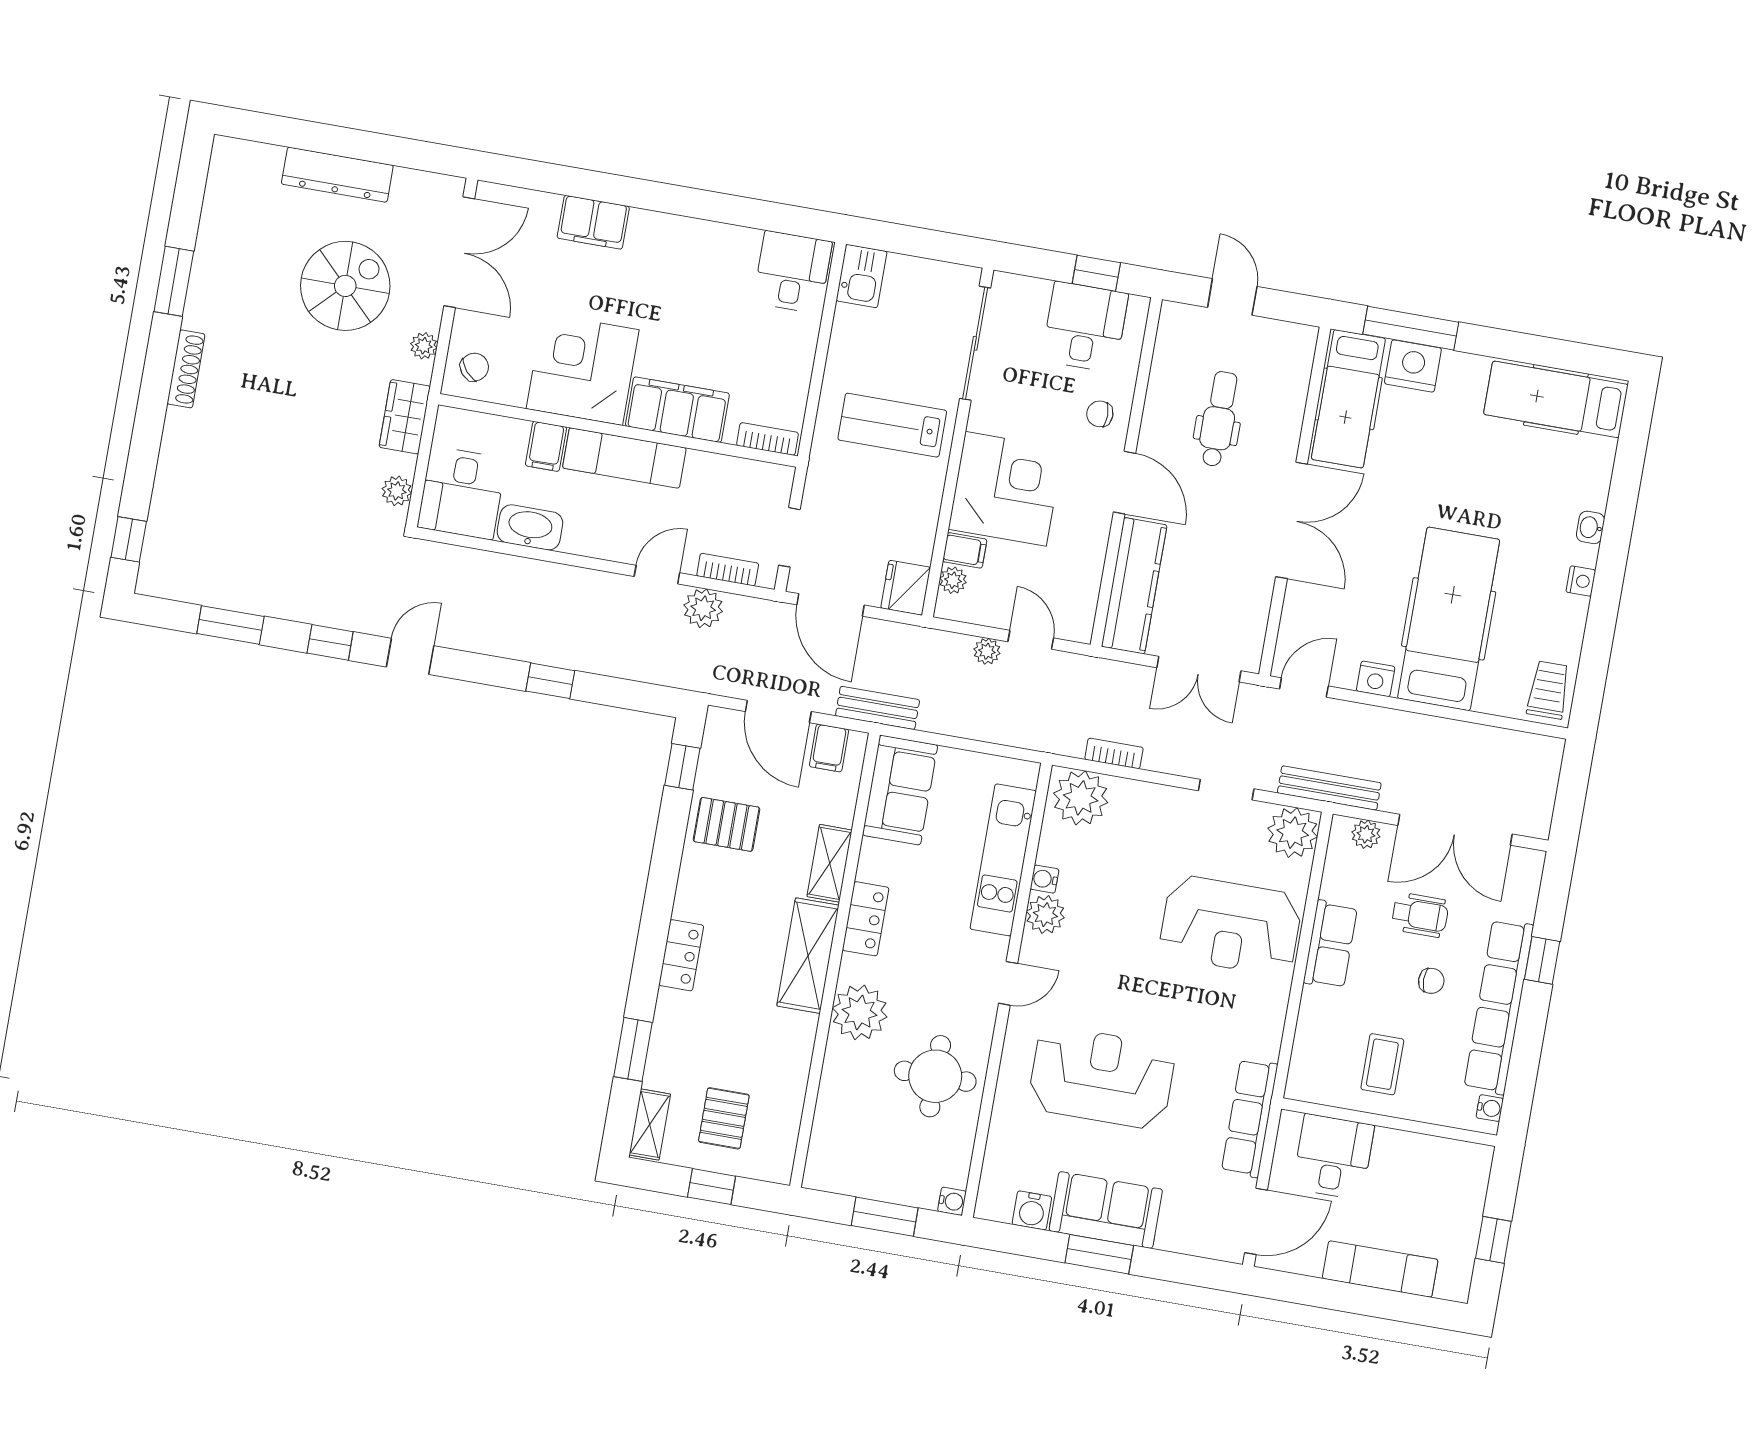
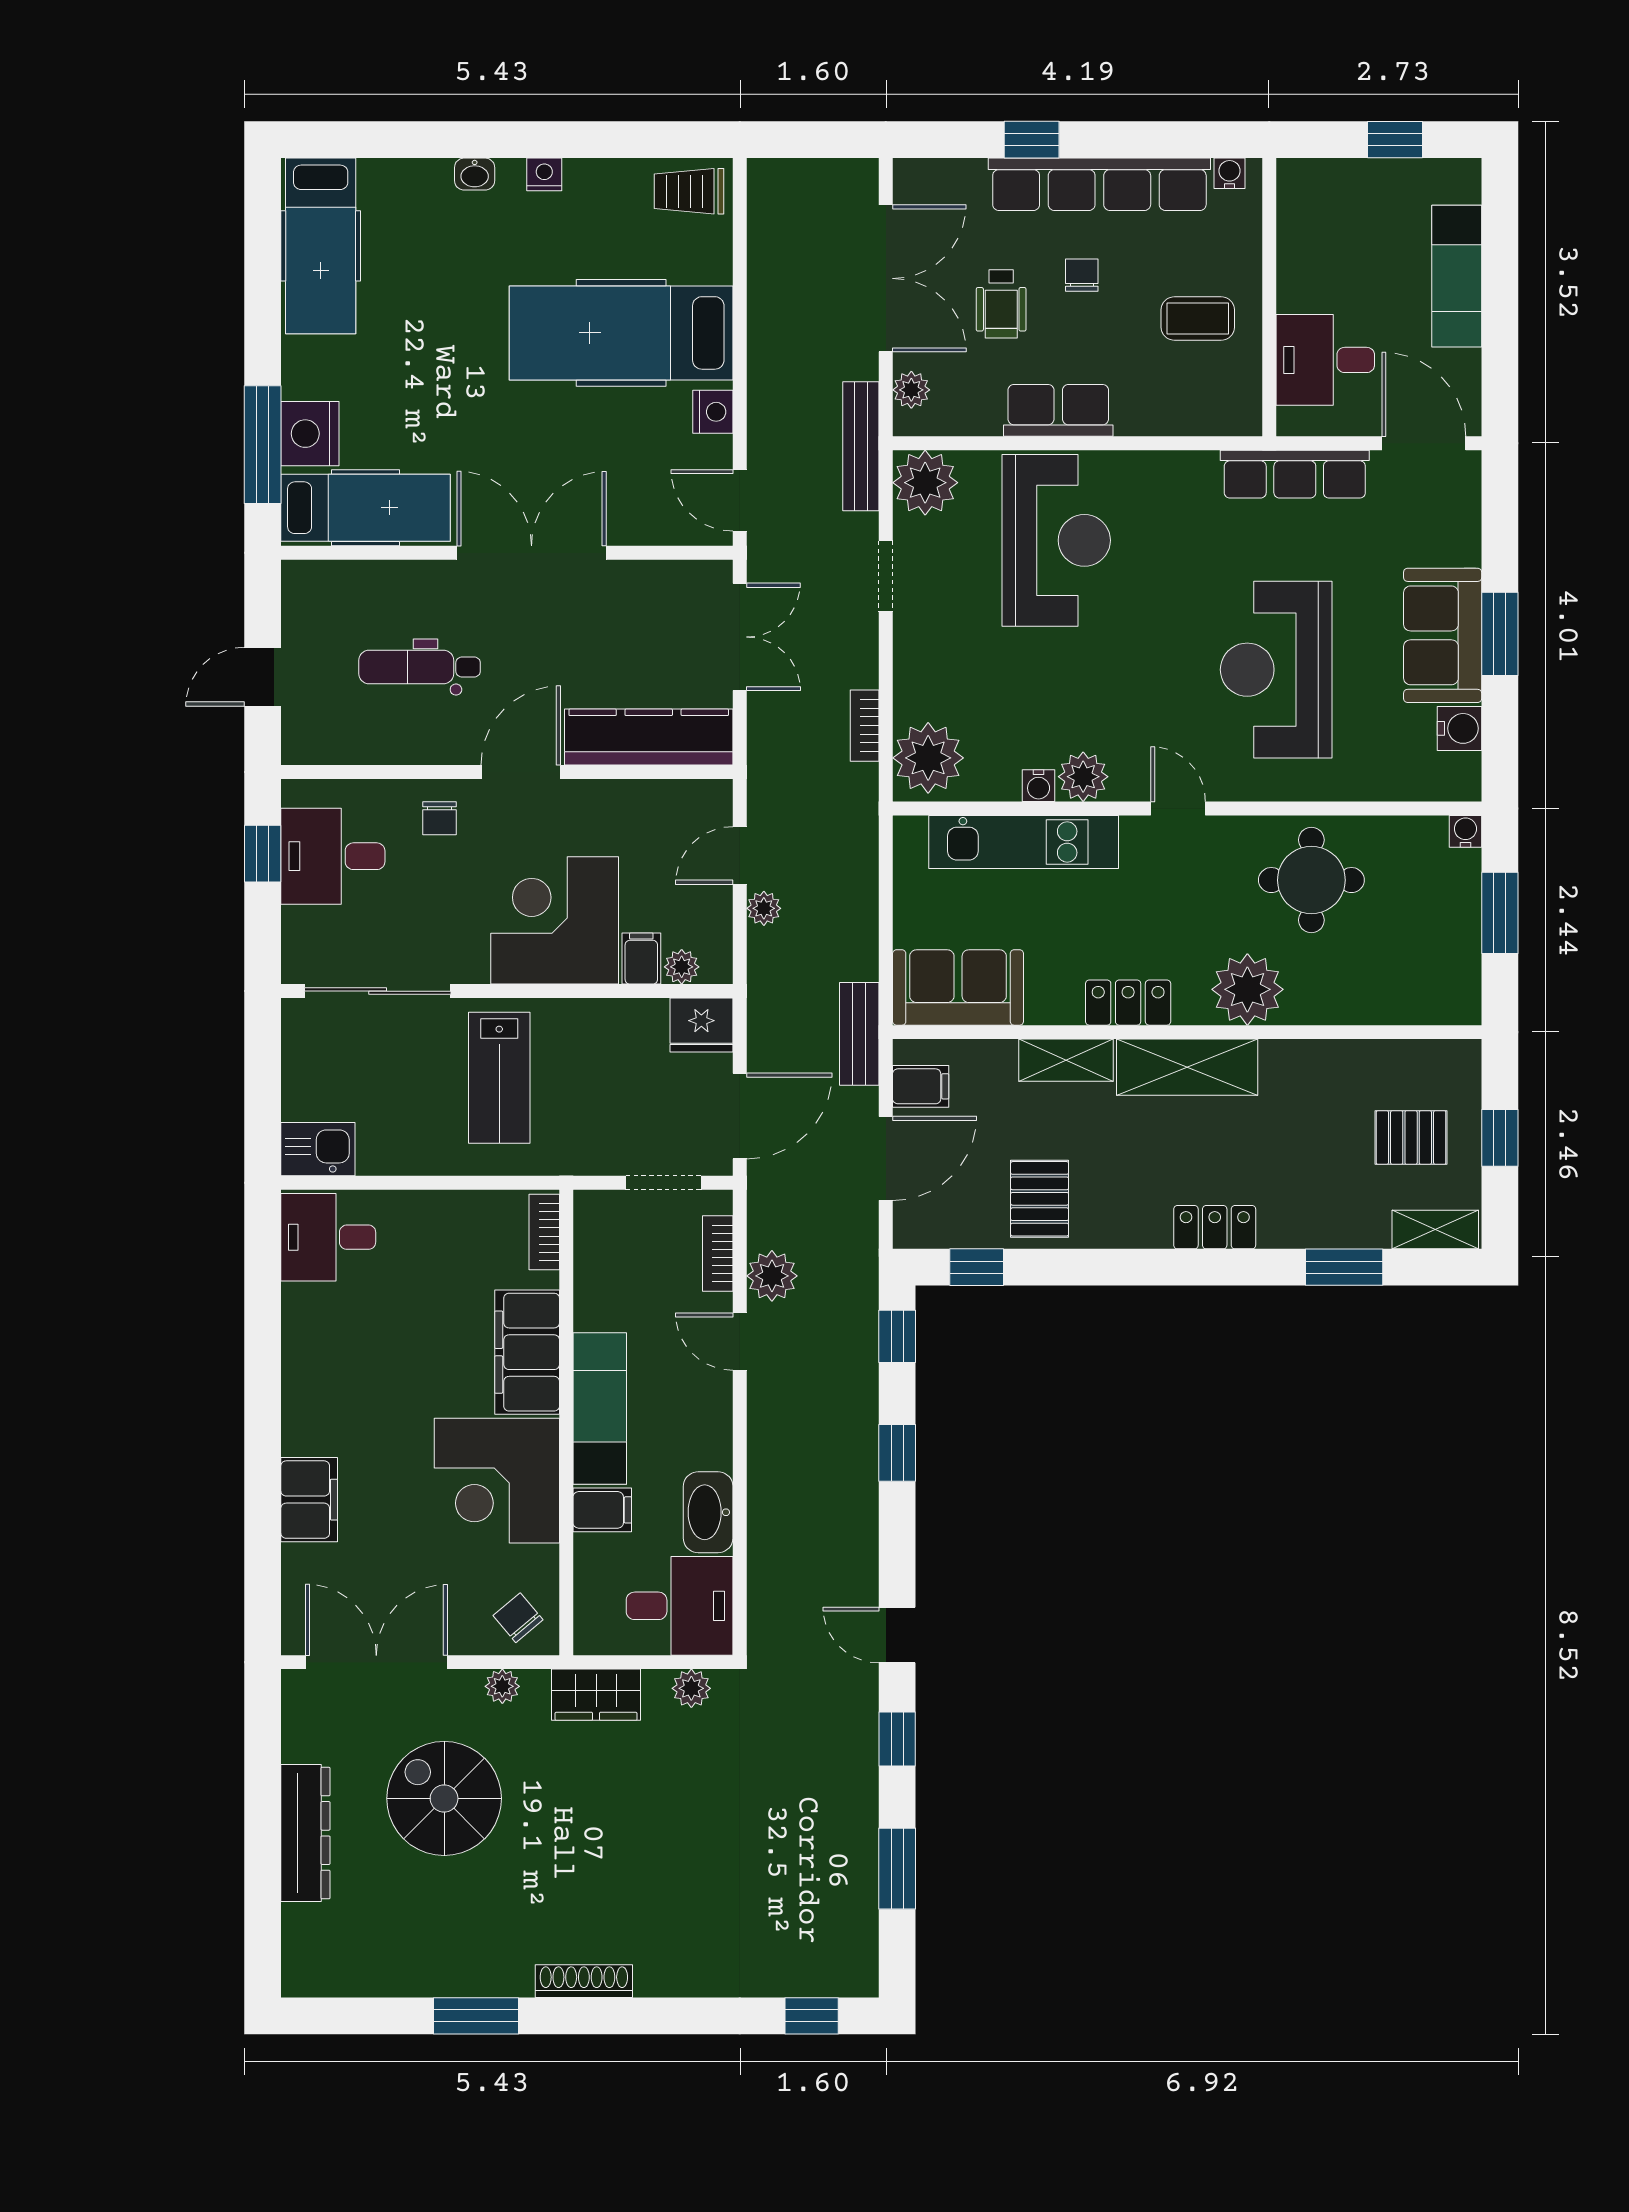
window: (640, 696) -> (897, 1336), added
wheelchair: (1420, 915) -> (1001, 304), turned 180

